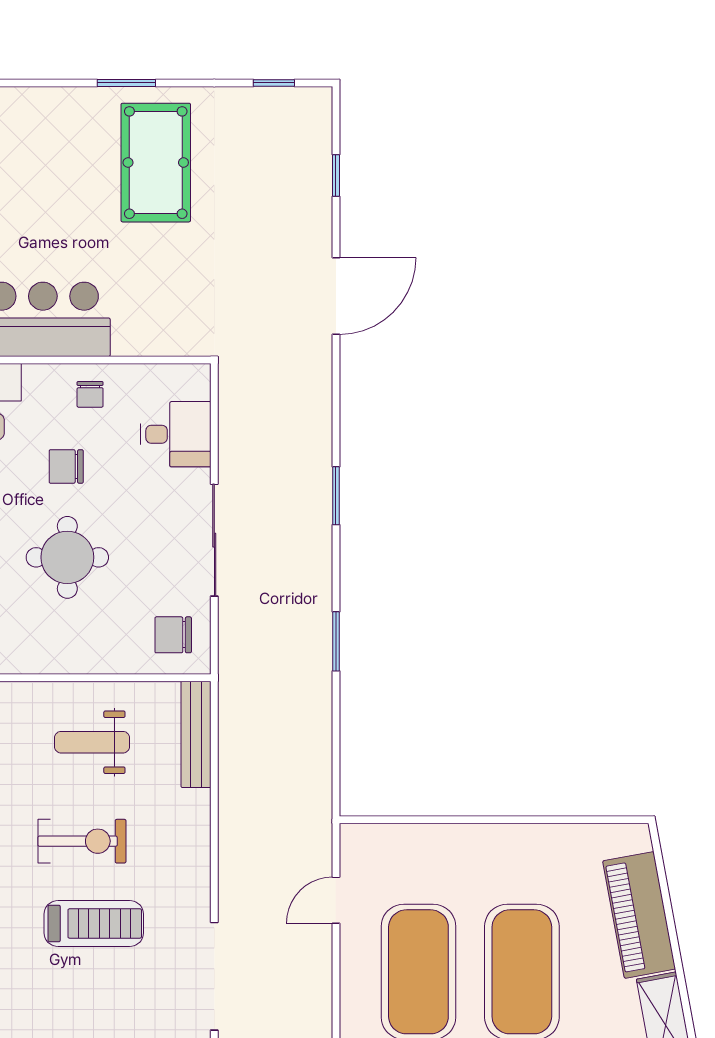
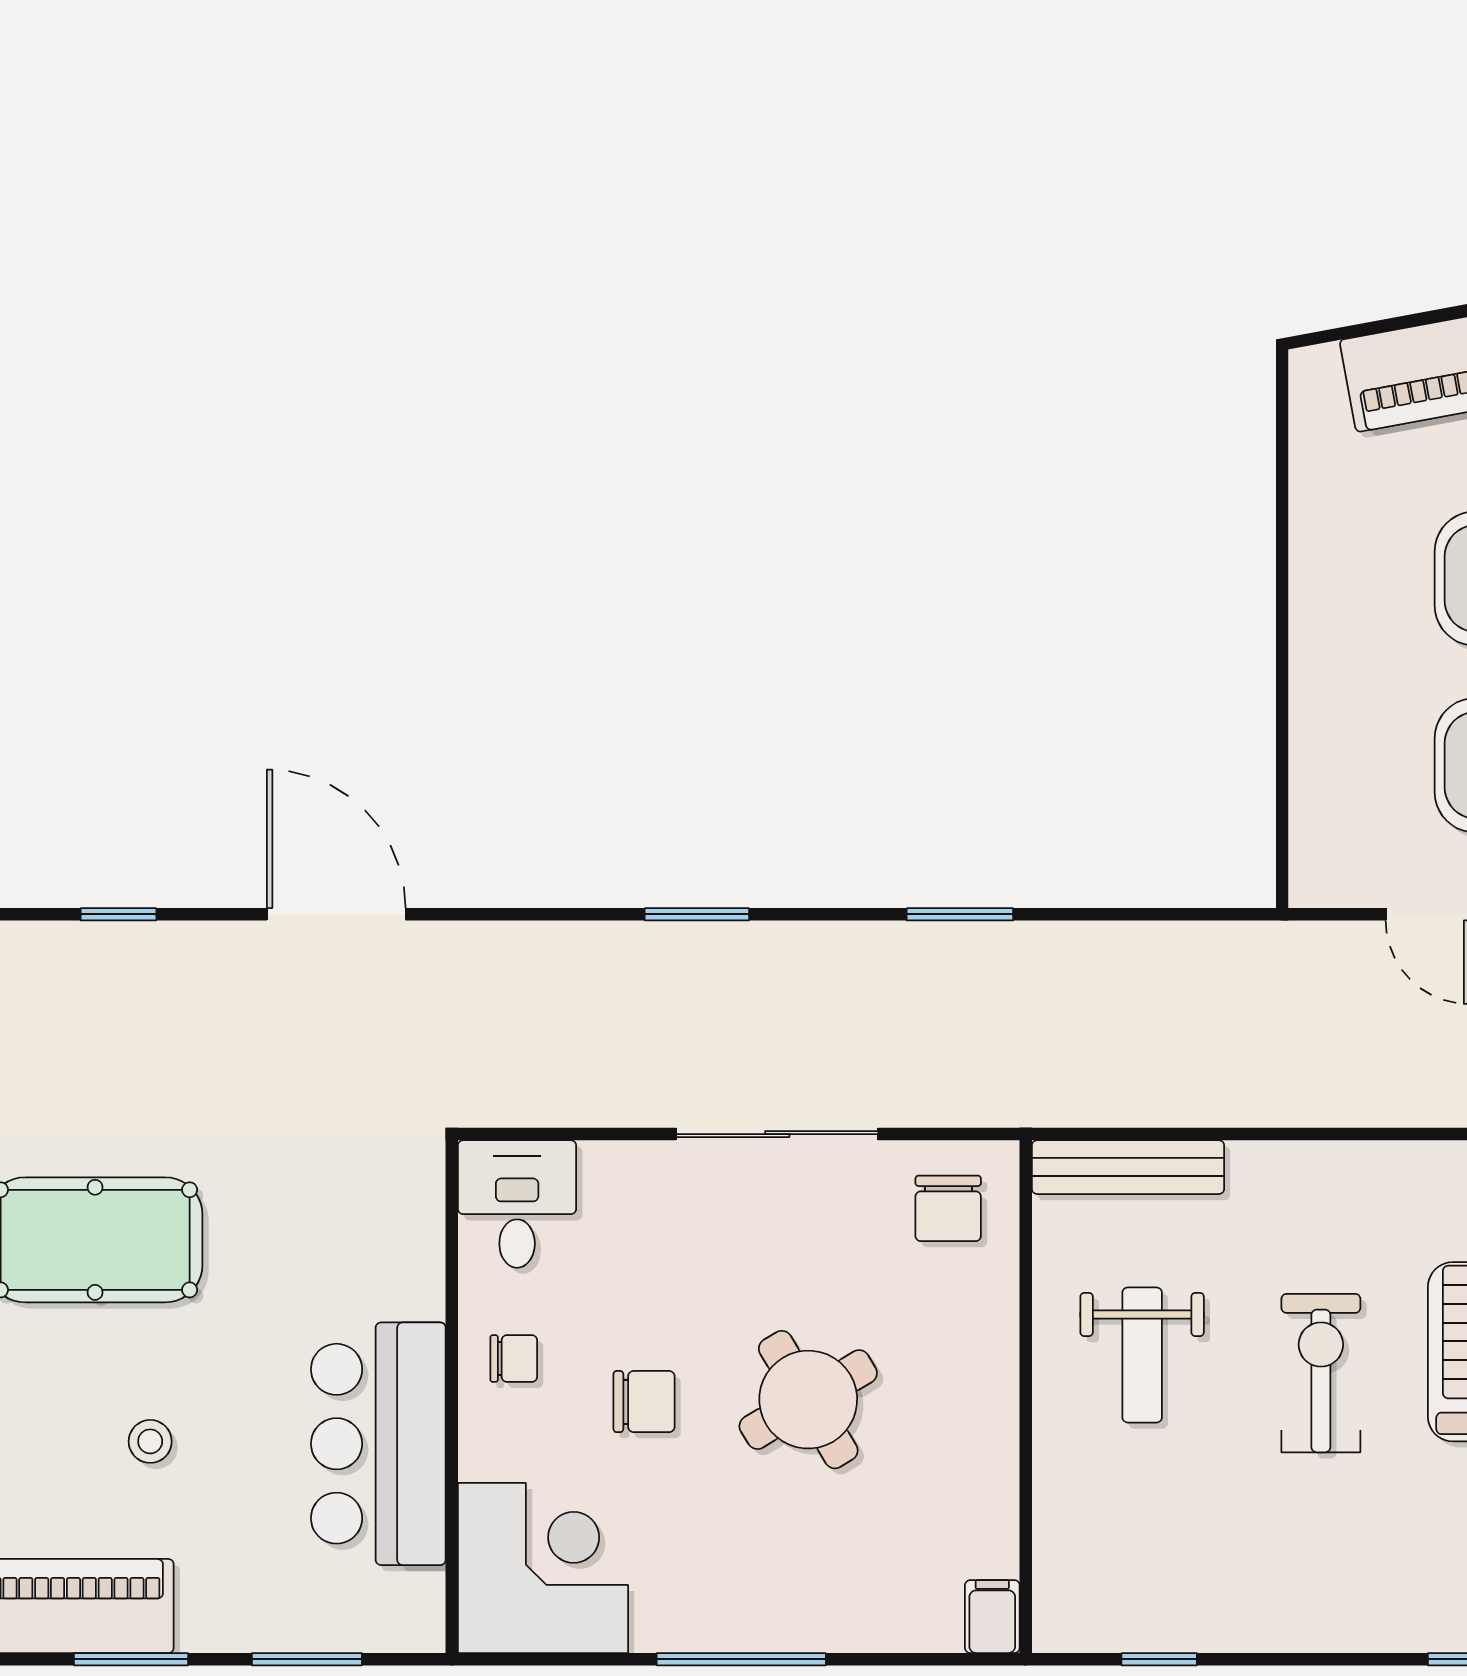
stool: (44, 193) -> (150, 1441), added
desk: (176, 434) -> (517, 1204), moved
chair: (66, 466) -> (644, 1402), turned -90
round table: (67, 557) -> (808, 1400), turned -31

